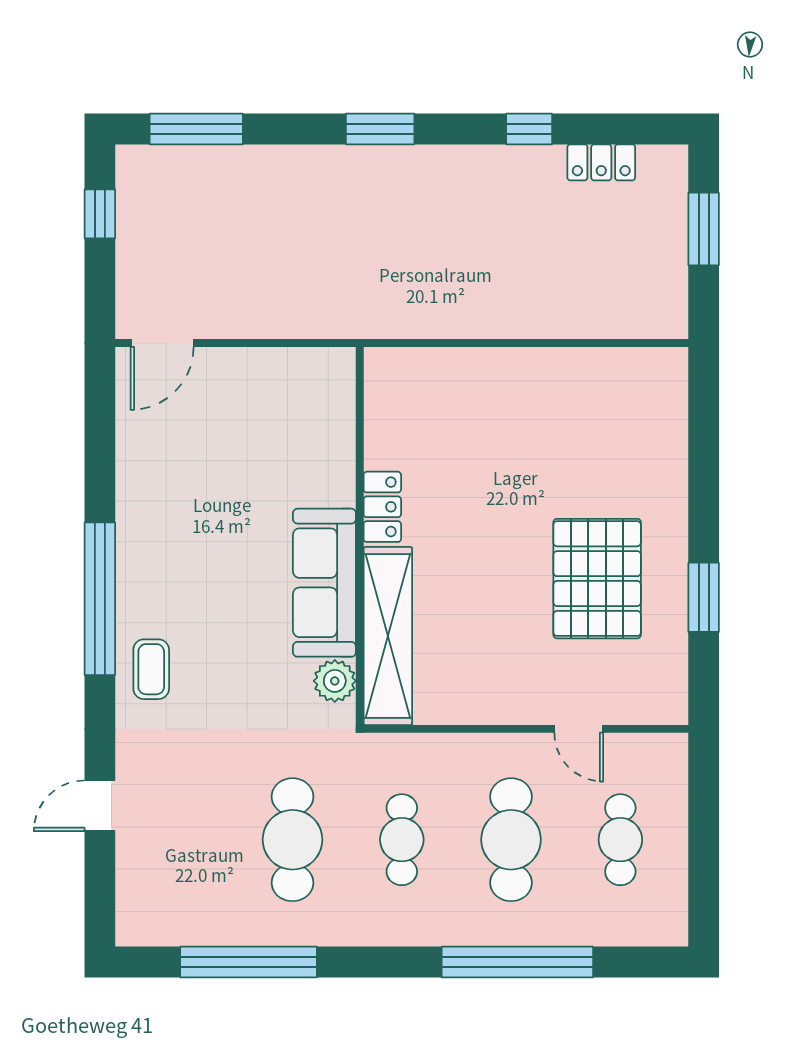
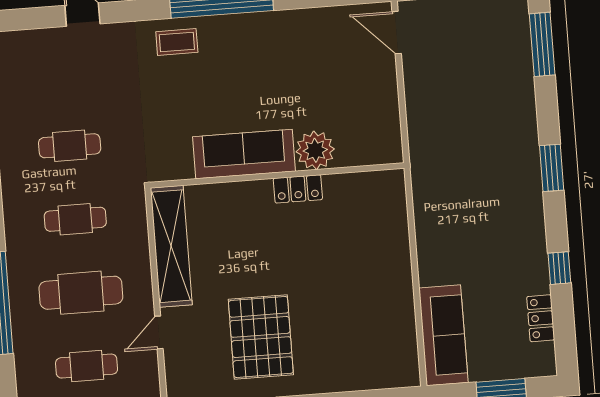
sofa: (615, 308) -> (443, 335), added
pallet: (597, 579) -> (261, 337), turned 90
shelving: (388, 636) -> (171, 246), moved, turned 90
plant: (335, 681) -> (315, 150), moved, width x1.36, depth x1.36
cafe table: (292, 840) -> (70, 146), width x0.73, depth x0.74

